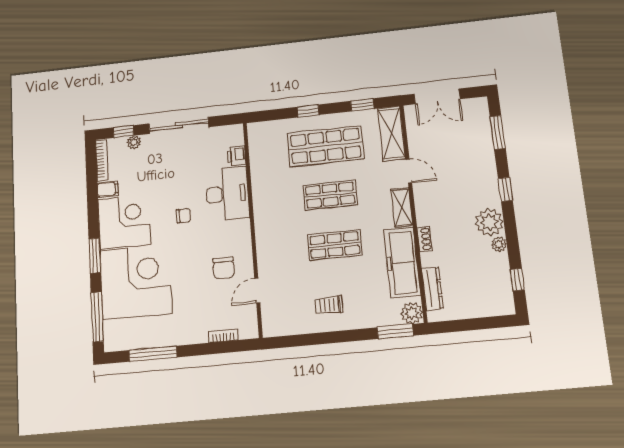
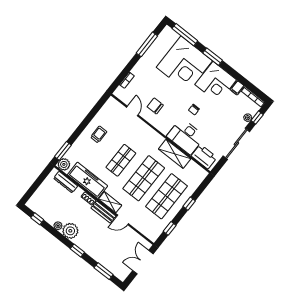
shelving: (392, 133) -> (175, 154), moved
printer: (236, 156) -> (204, 157), width x1.87, depth x1.48
shop shelf: (330, 195) -> (144, 178), width x1.43, depth x1.36
bench: (423, 204) -> (103, 212), added

